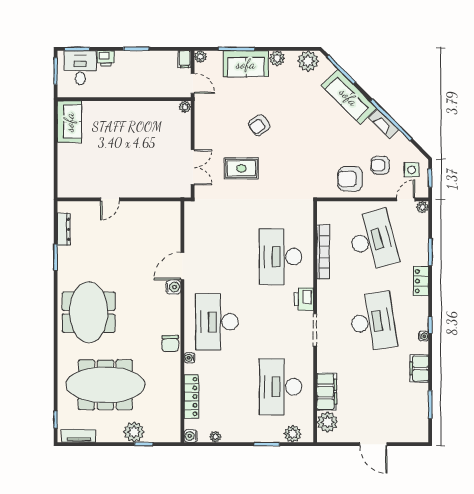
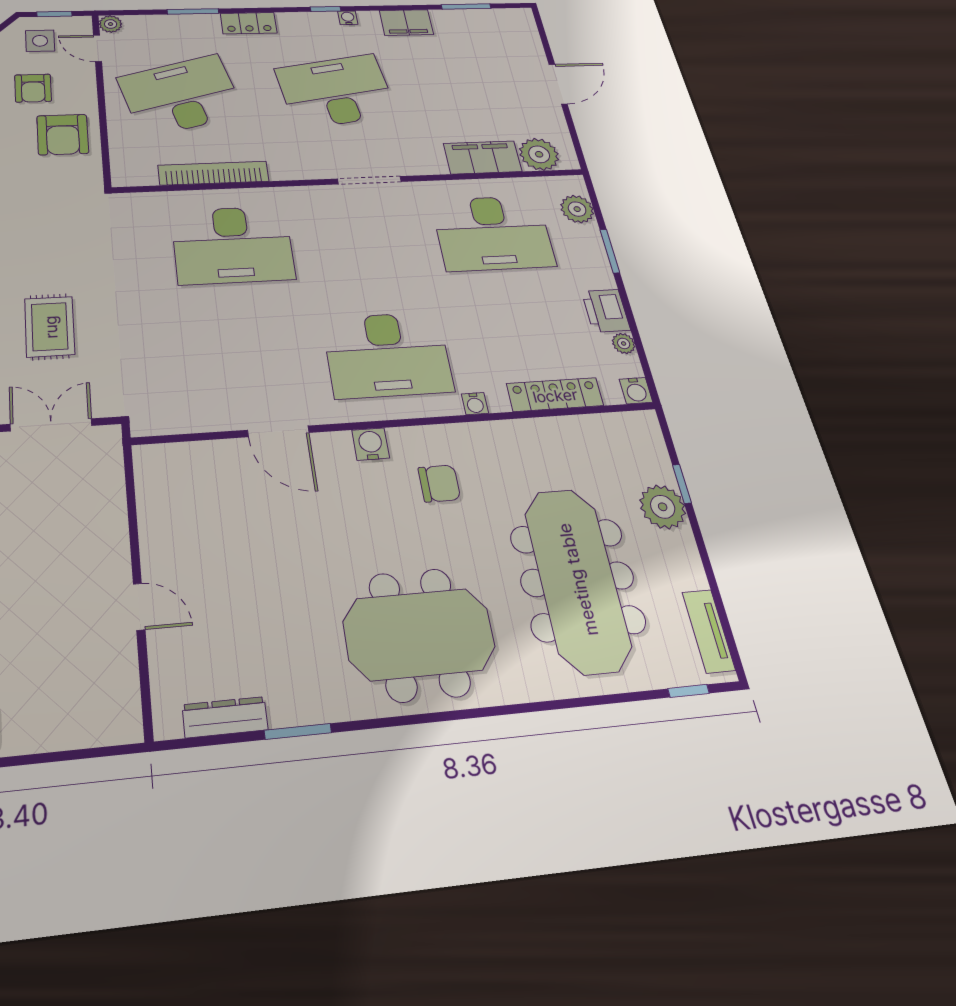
water cooler: (173, 287) -> (371, 444), moved
printer: (304, 299) -> (606, 311), moved, turned 90
chair: (170, 344) -> (439, 484), moved

